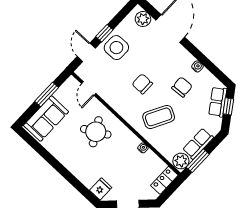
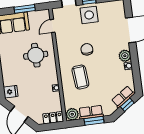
plant: (143, 19) -> (125, 56), moved
chair: (182, 87) -> (109, 71), removed
coffee table: (159, 117) -> (80, 77), turned 57
round table: (96, 132) -> (36, 55), turned 30
window: (198, 161) -> (94, 121), moved

